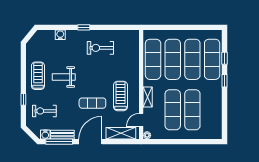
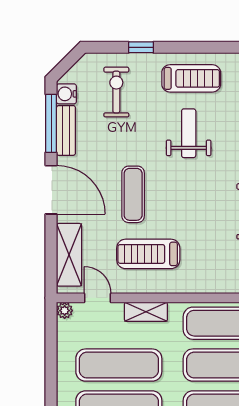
treadmill: (120, 96) -> (148, 254), turned 180

